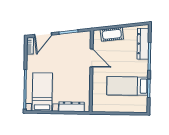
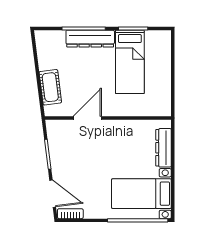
dresser: (143, 44) -> (90, 39), moved

